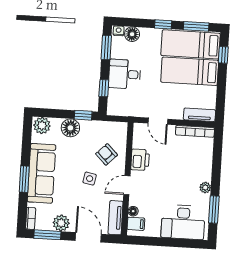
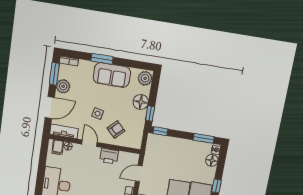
desk: (125, 74) -> (180, 151), removed
window: (104, 88) -> (160, 131), moved
sofa: (42, 173) -> (112, 75), width x0.73

